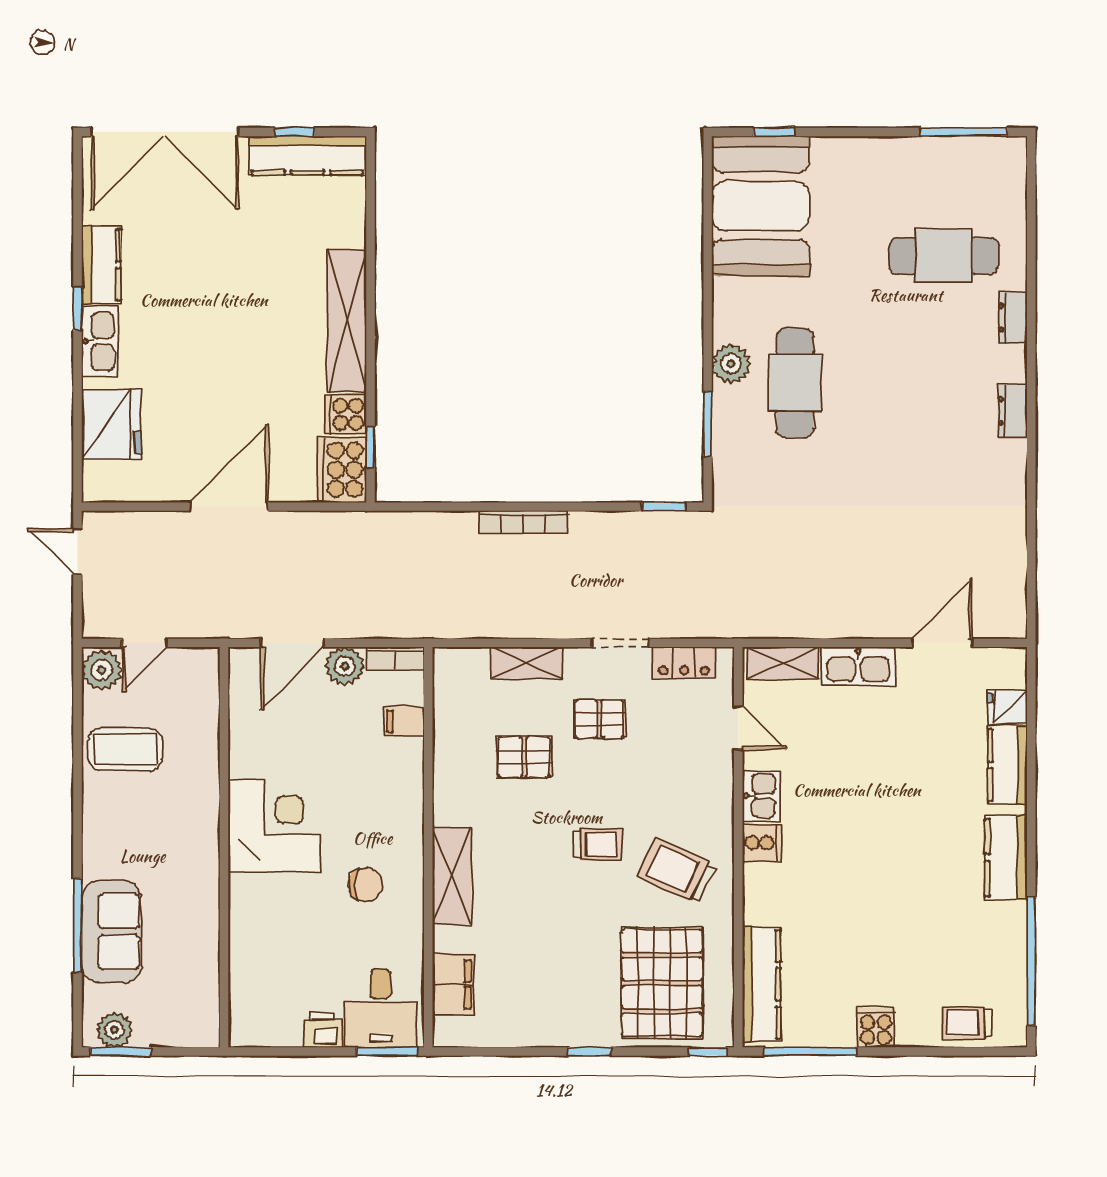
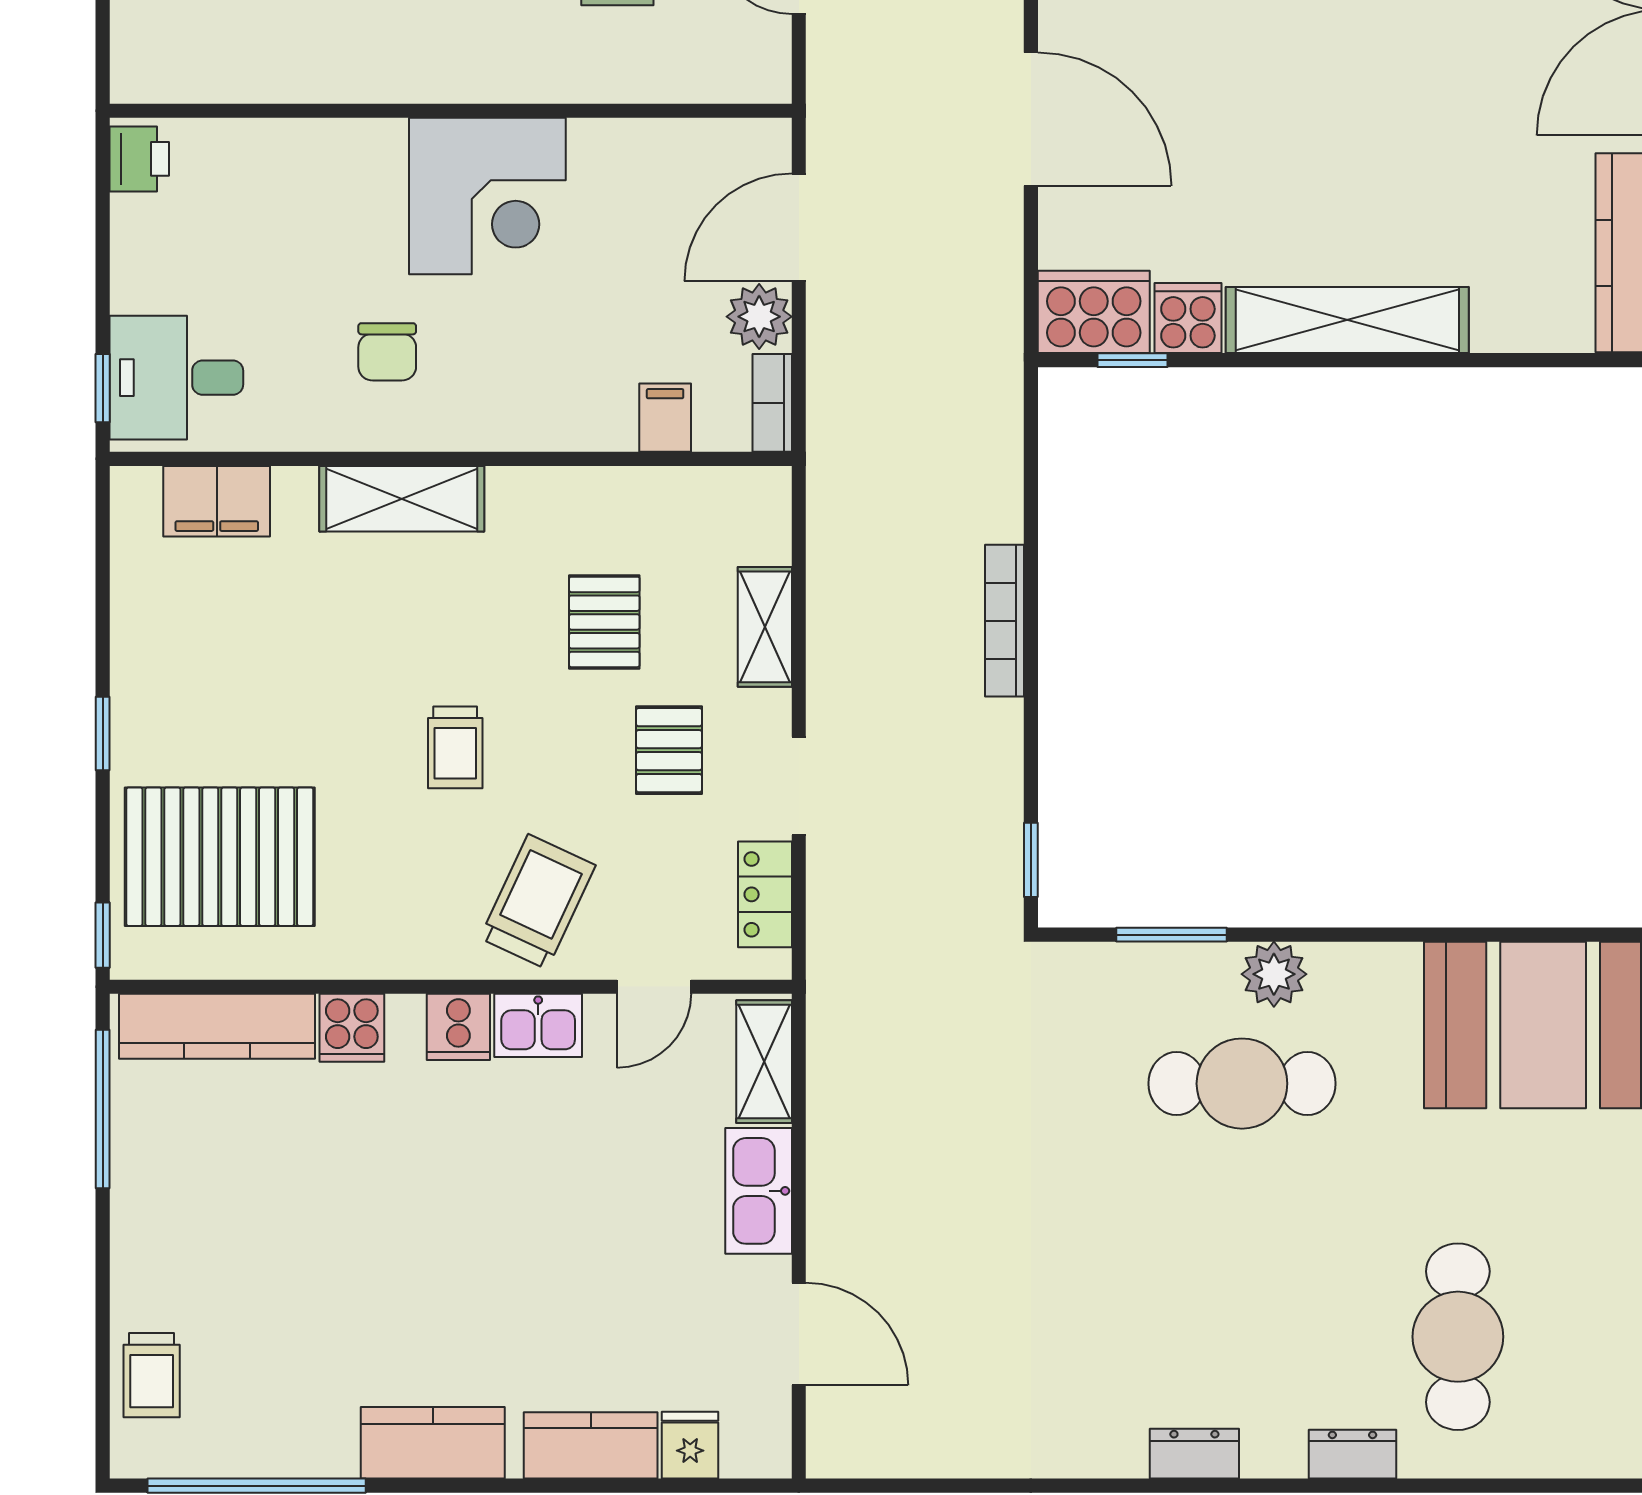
door: (292, 643) -> (799, 227), hinge flipped
trolley: (677, 871) -> (538, 902), moved
trolley: (966, 1023) -> (152, 1375), turned 180
cooker: (876, 1027) -> (352, 1028), moved, turned 90
printer: (322, 1030) -> (139, 159), moved
window: (387, 1052) -> (103, 388), width x0.67

